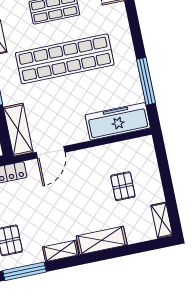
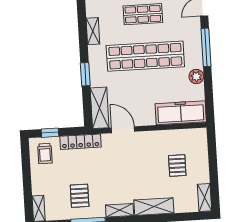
plant: (130, 75) -> (196, 77), added
window: (146, 81) -> (206, 47), moved
door: (51, 152) -> (123, 130), swing flipped

